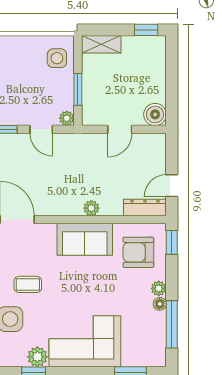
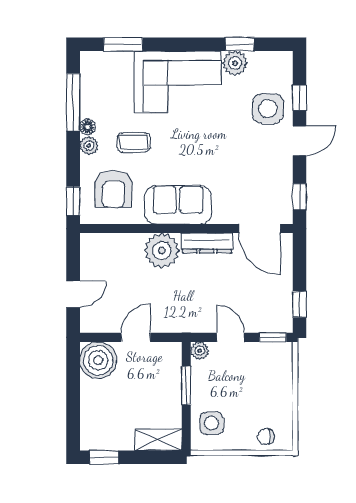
chair: (12, 47) -> (266, 437), added
boiler: (155, 114) -> (98, 360), width x1.37, depth x1.37
door: (172, 186) -> (73, 294), moved
plant: (91, 208) -> (162, 251), width x1.88, depth x1.88
dresser: (145, 208) -> (207, 243), moved
armchair: (138, 252) -> (113, 189), turned 90
coffee table: (28, 284) -> (134, 142), moved

